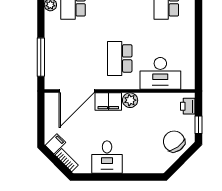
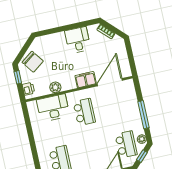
window: (41, 57) -> (143, 115), moved
plant: (130, 100) -> (55, 87), moved
filing cabinet: (55, 144) -> (116, 41), removed

